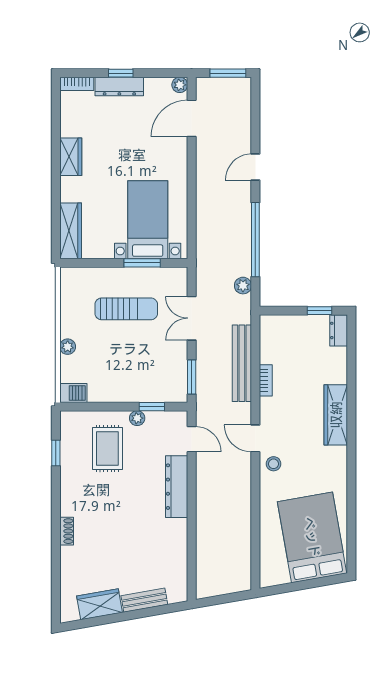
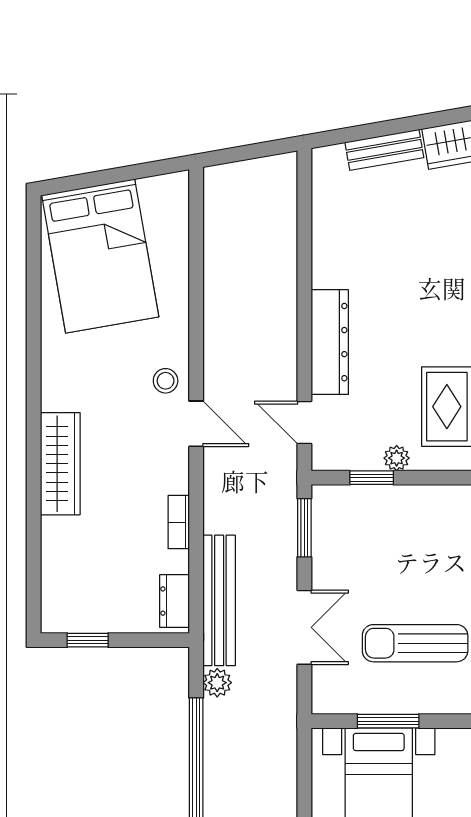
dresser: (339, 330) -> (174, 601), moved, turned 180
bench: (242, 363) -> (219, 600), moved

